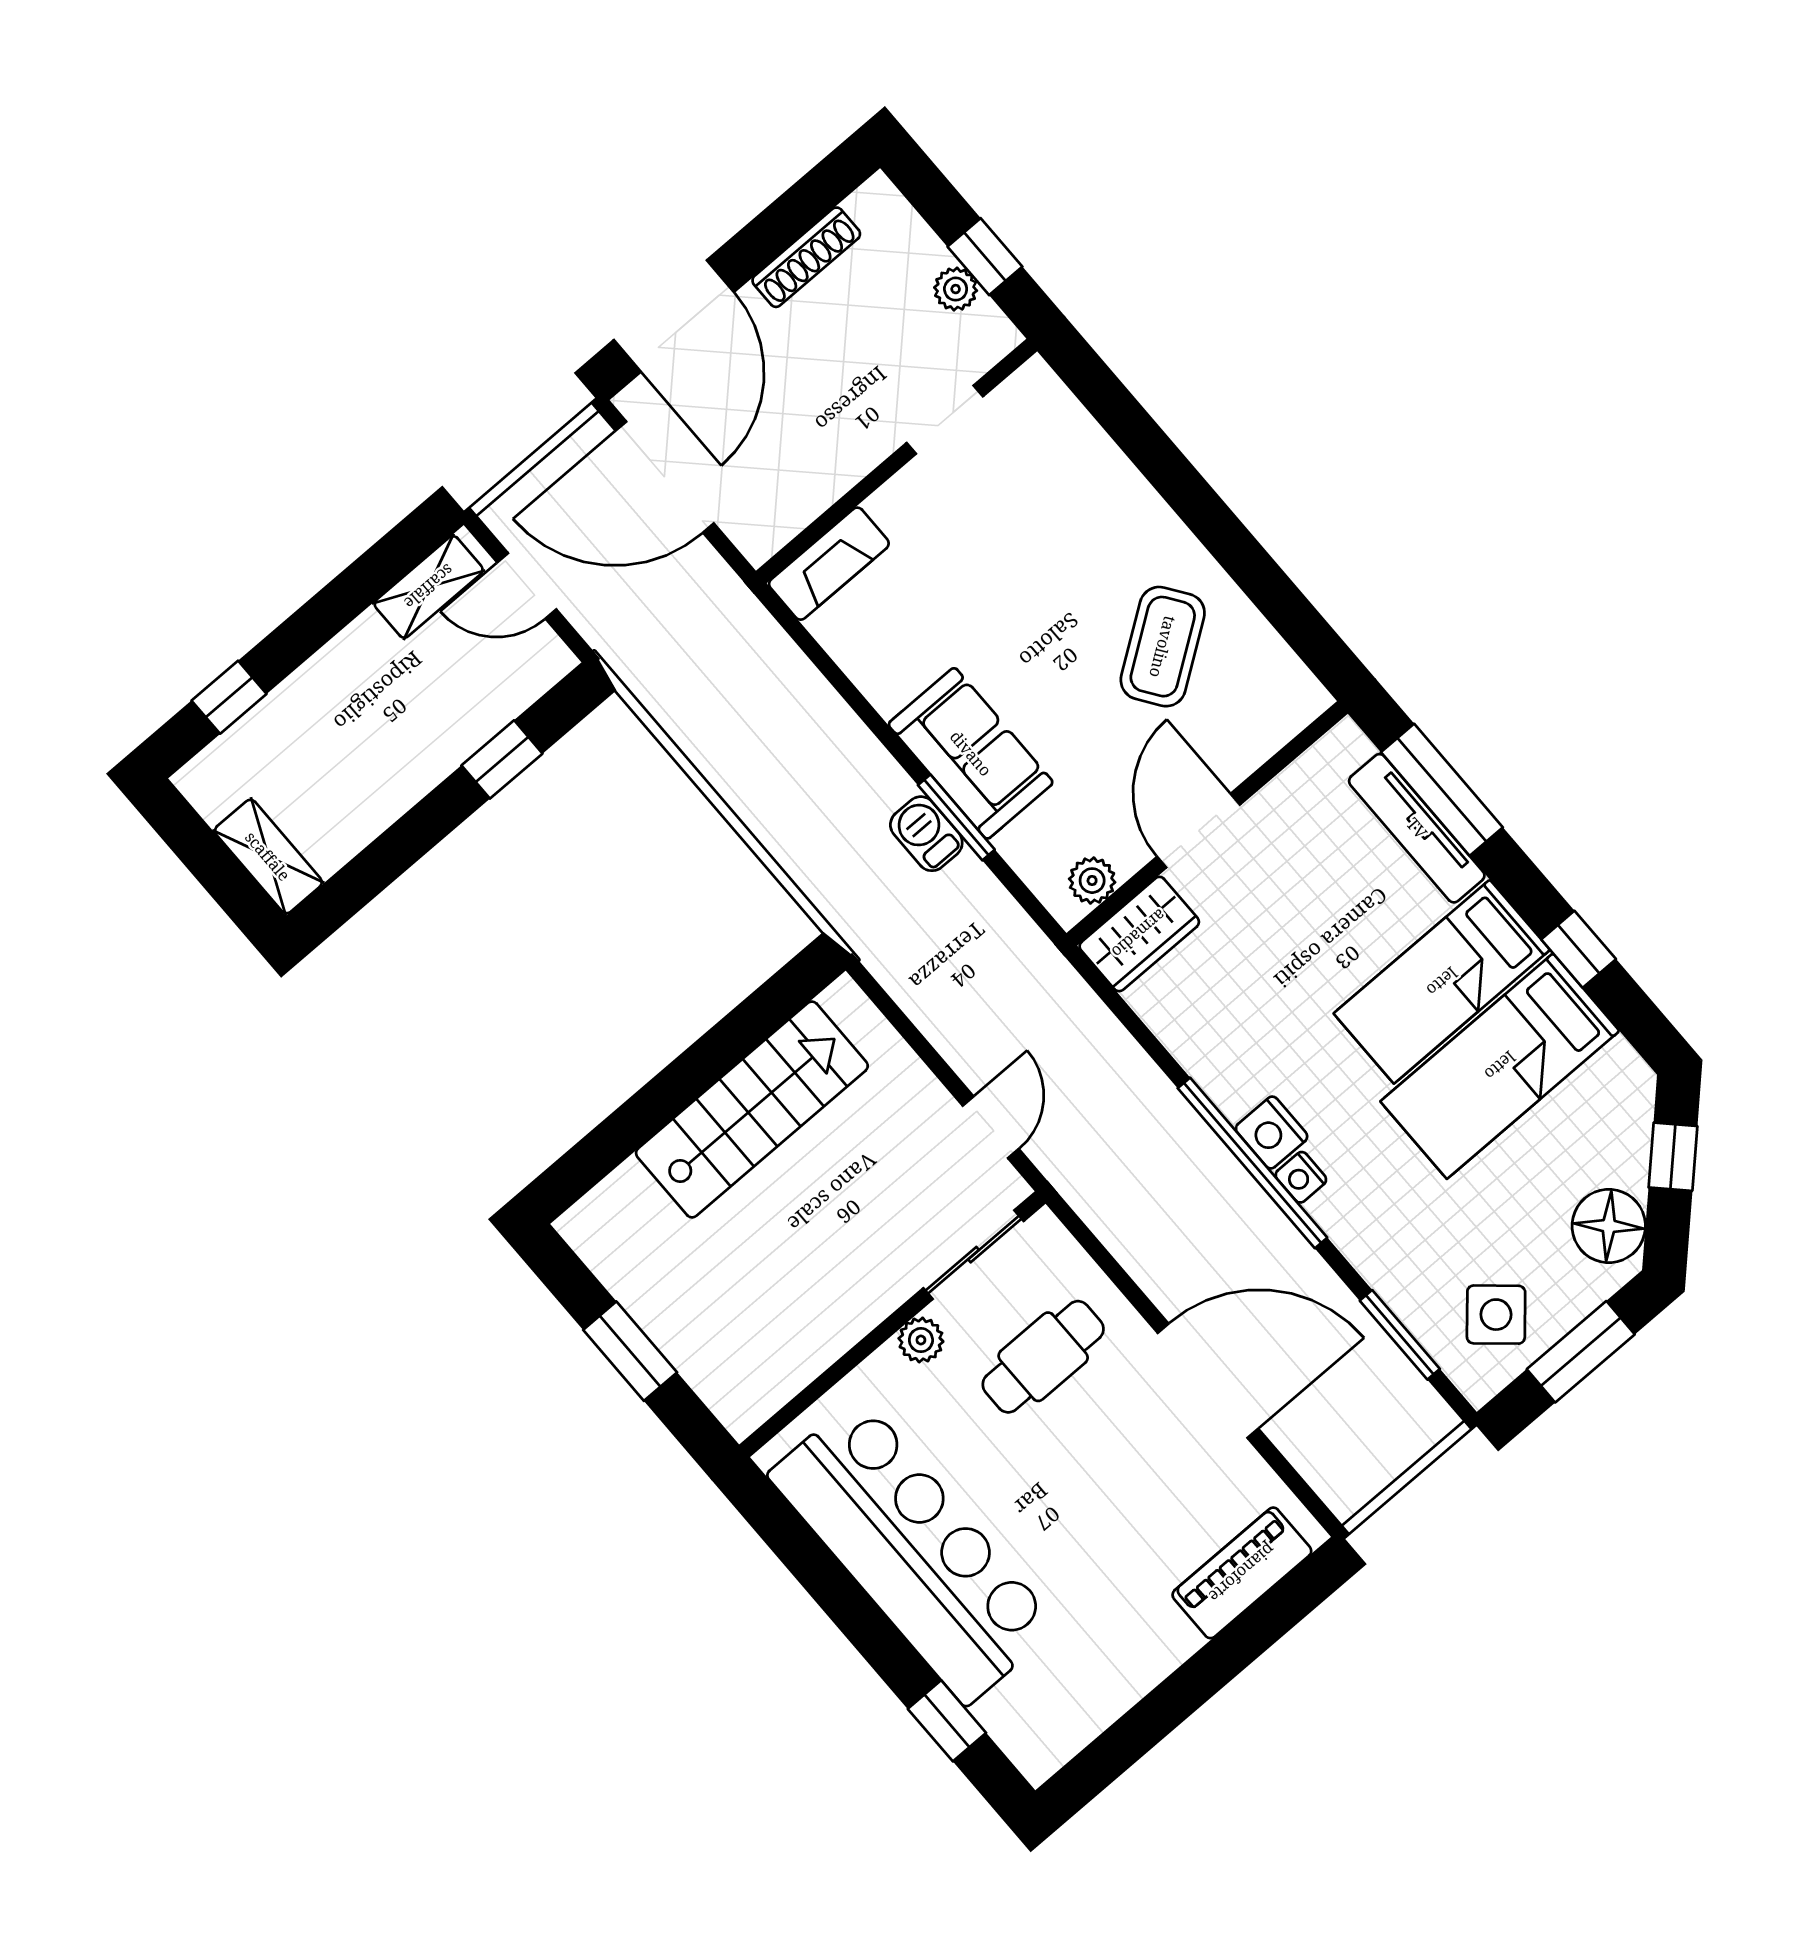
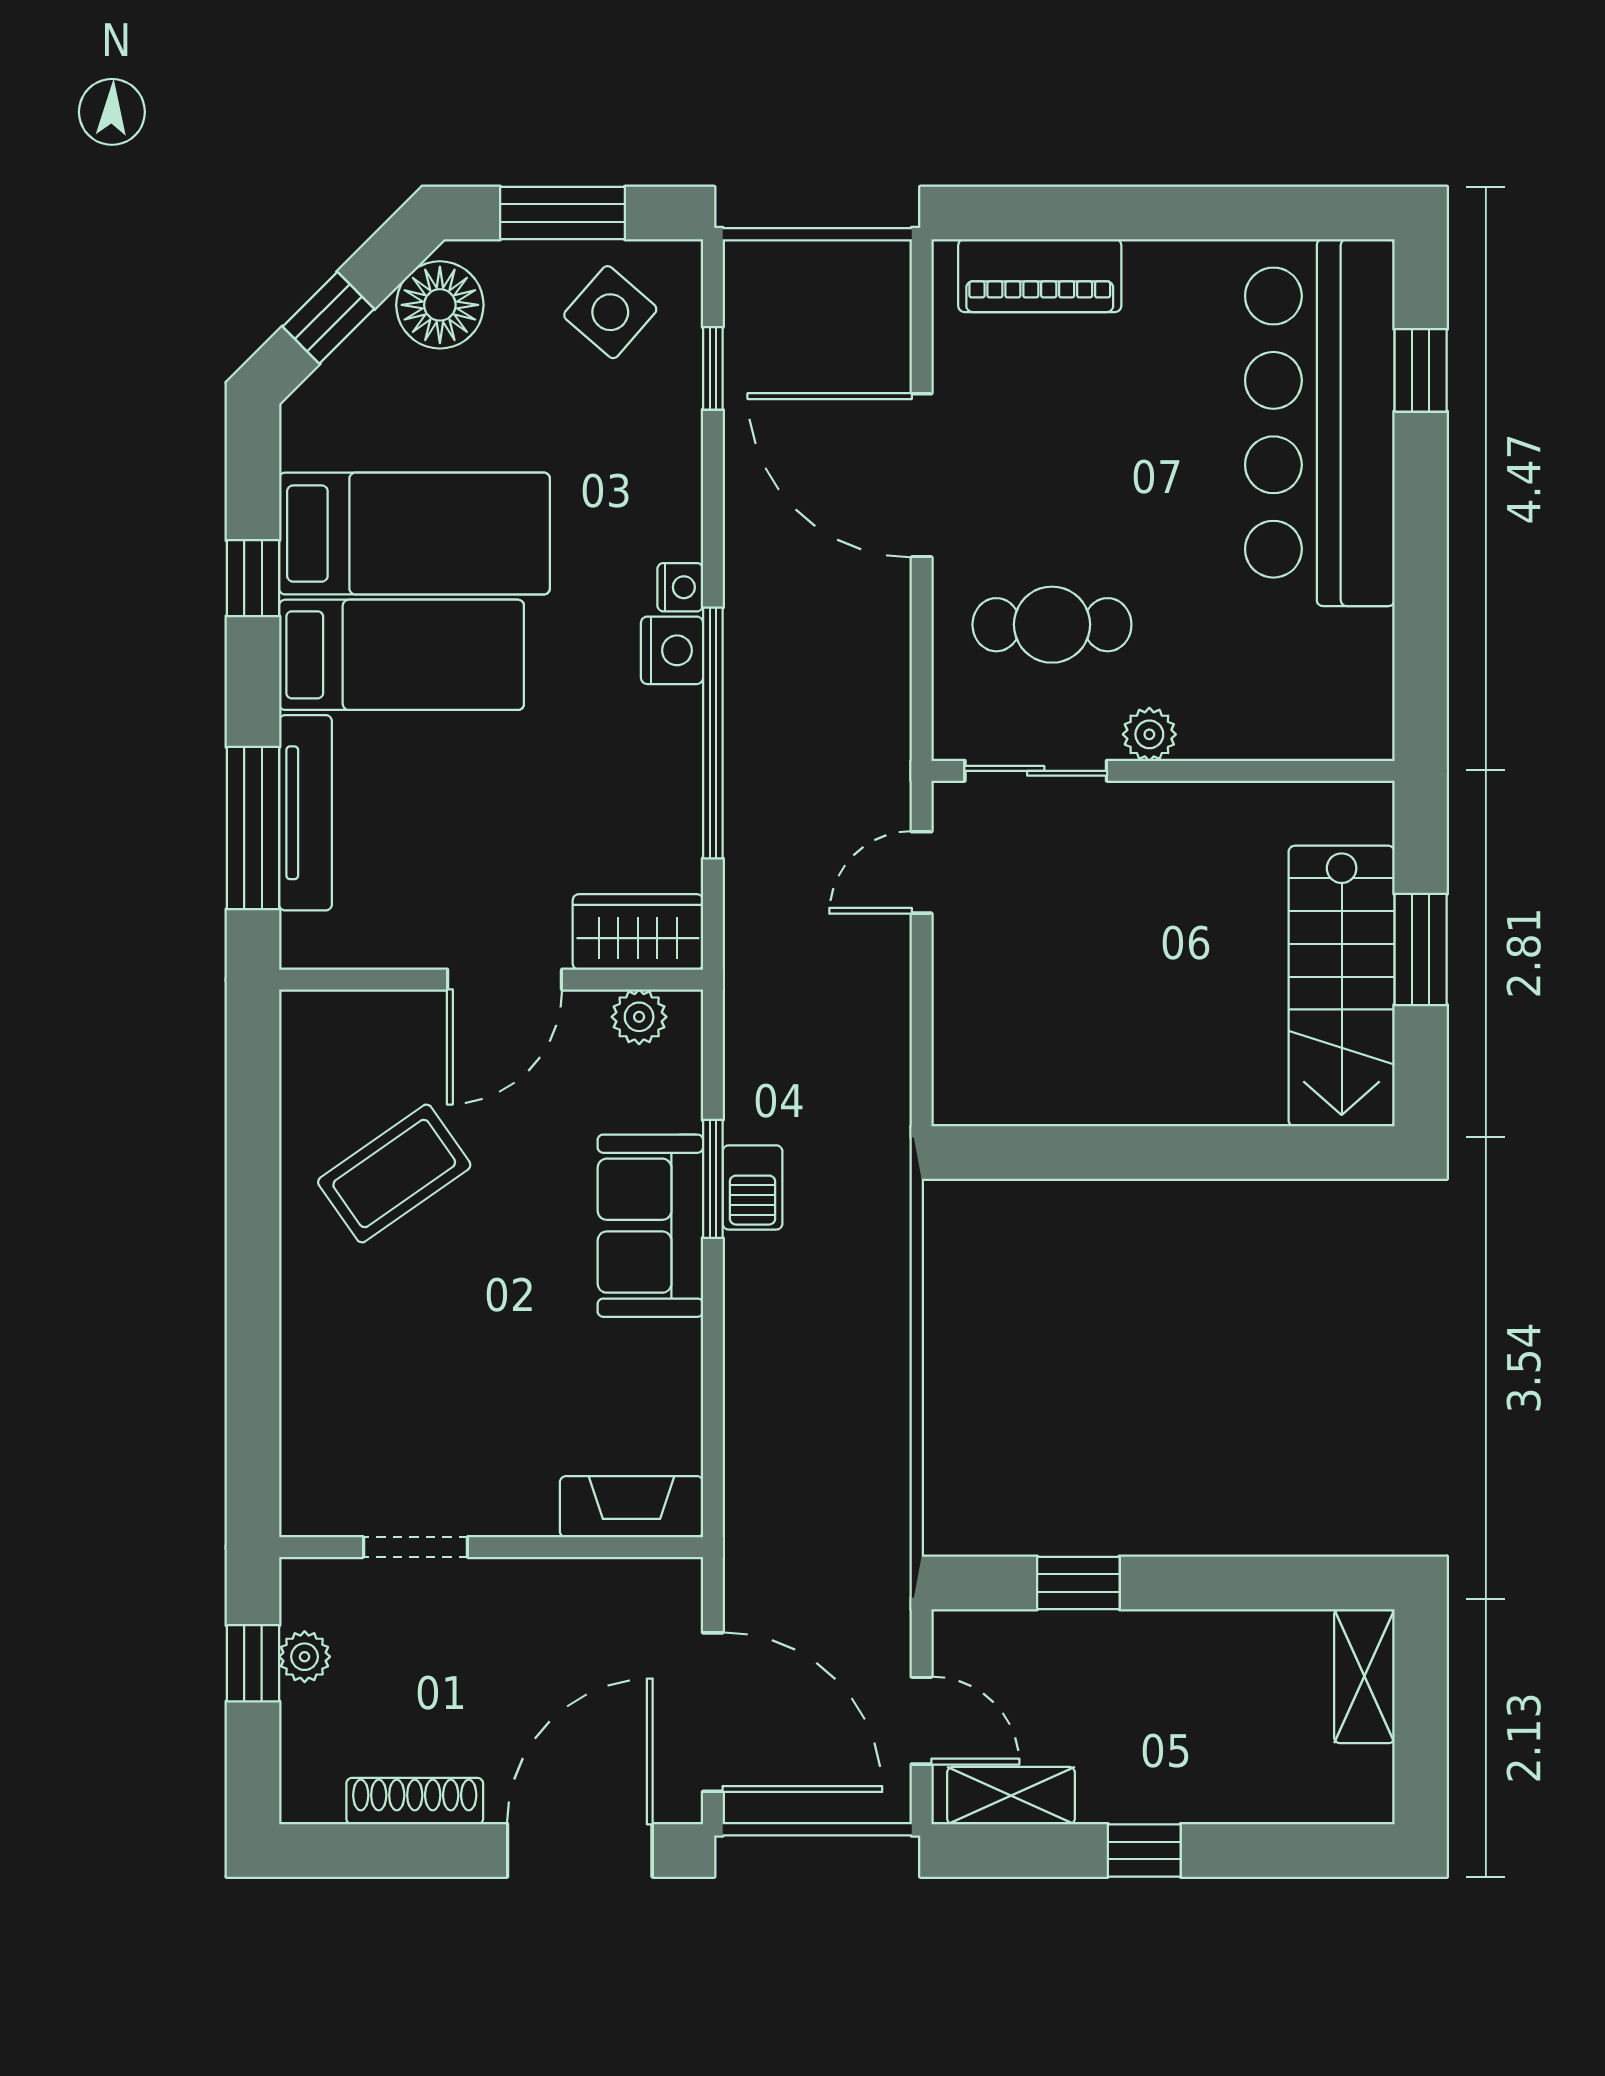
window: (229, 697) -> (1144, 1850), moved
stairs: (752, 1109) -> (1342, 986), moved, turned -90
window: (1252, 1163) -> (713, 733), moved
window: (1400, 1335) -> (713, 368), width x0.67
bar counter: (913, 1551) -> (1320, 423), moved

